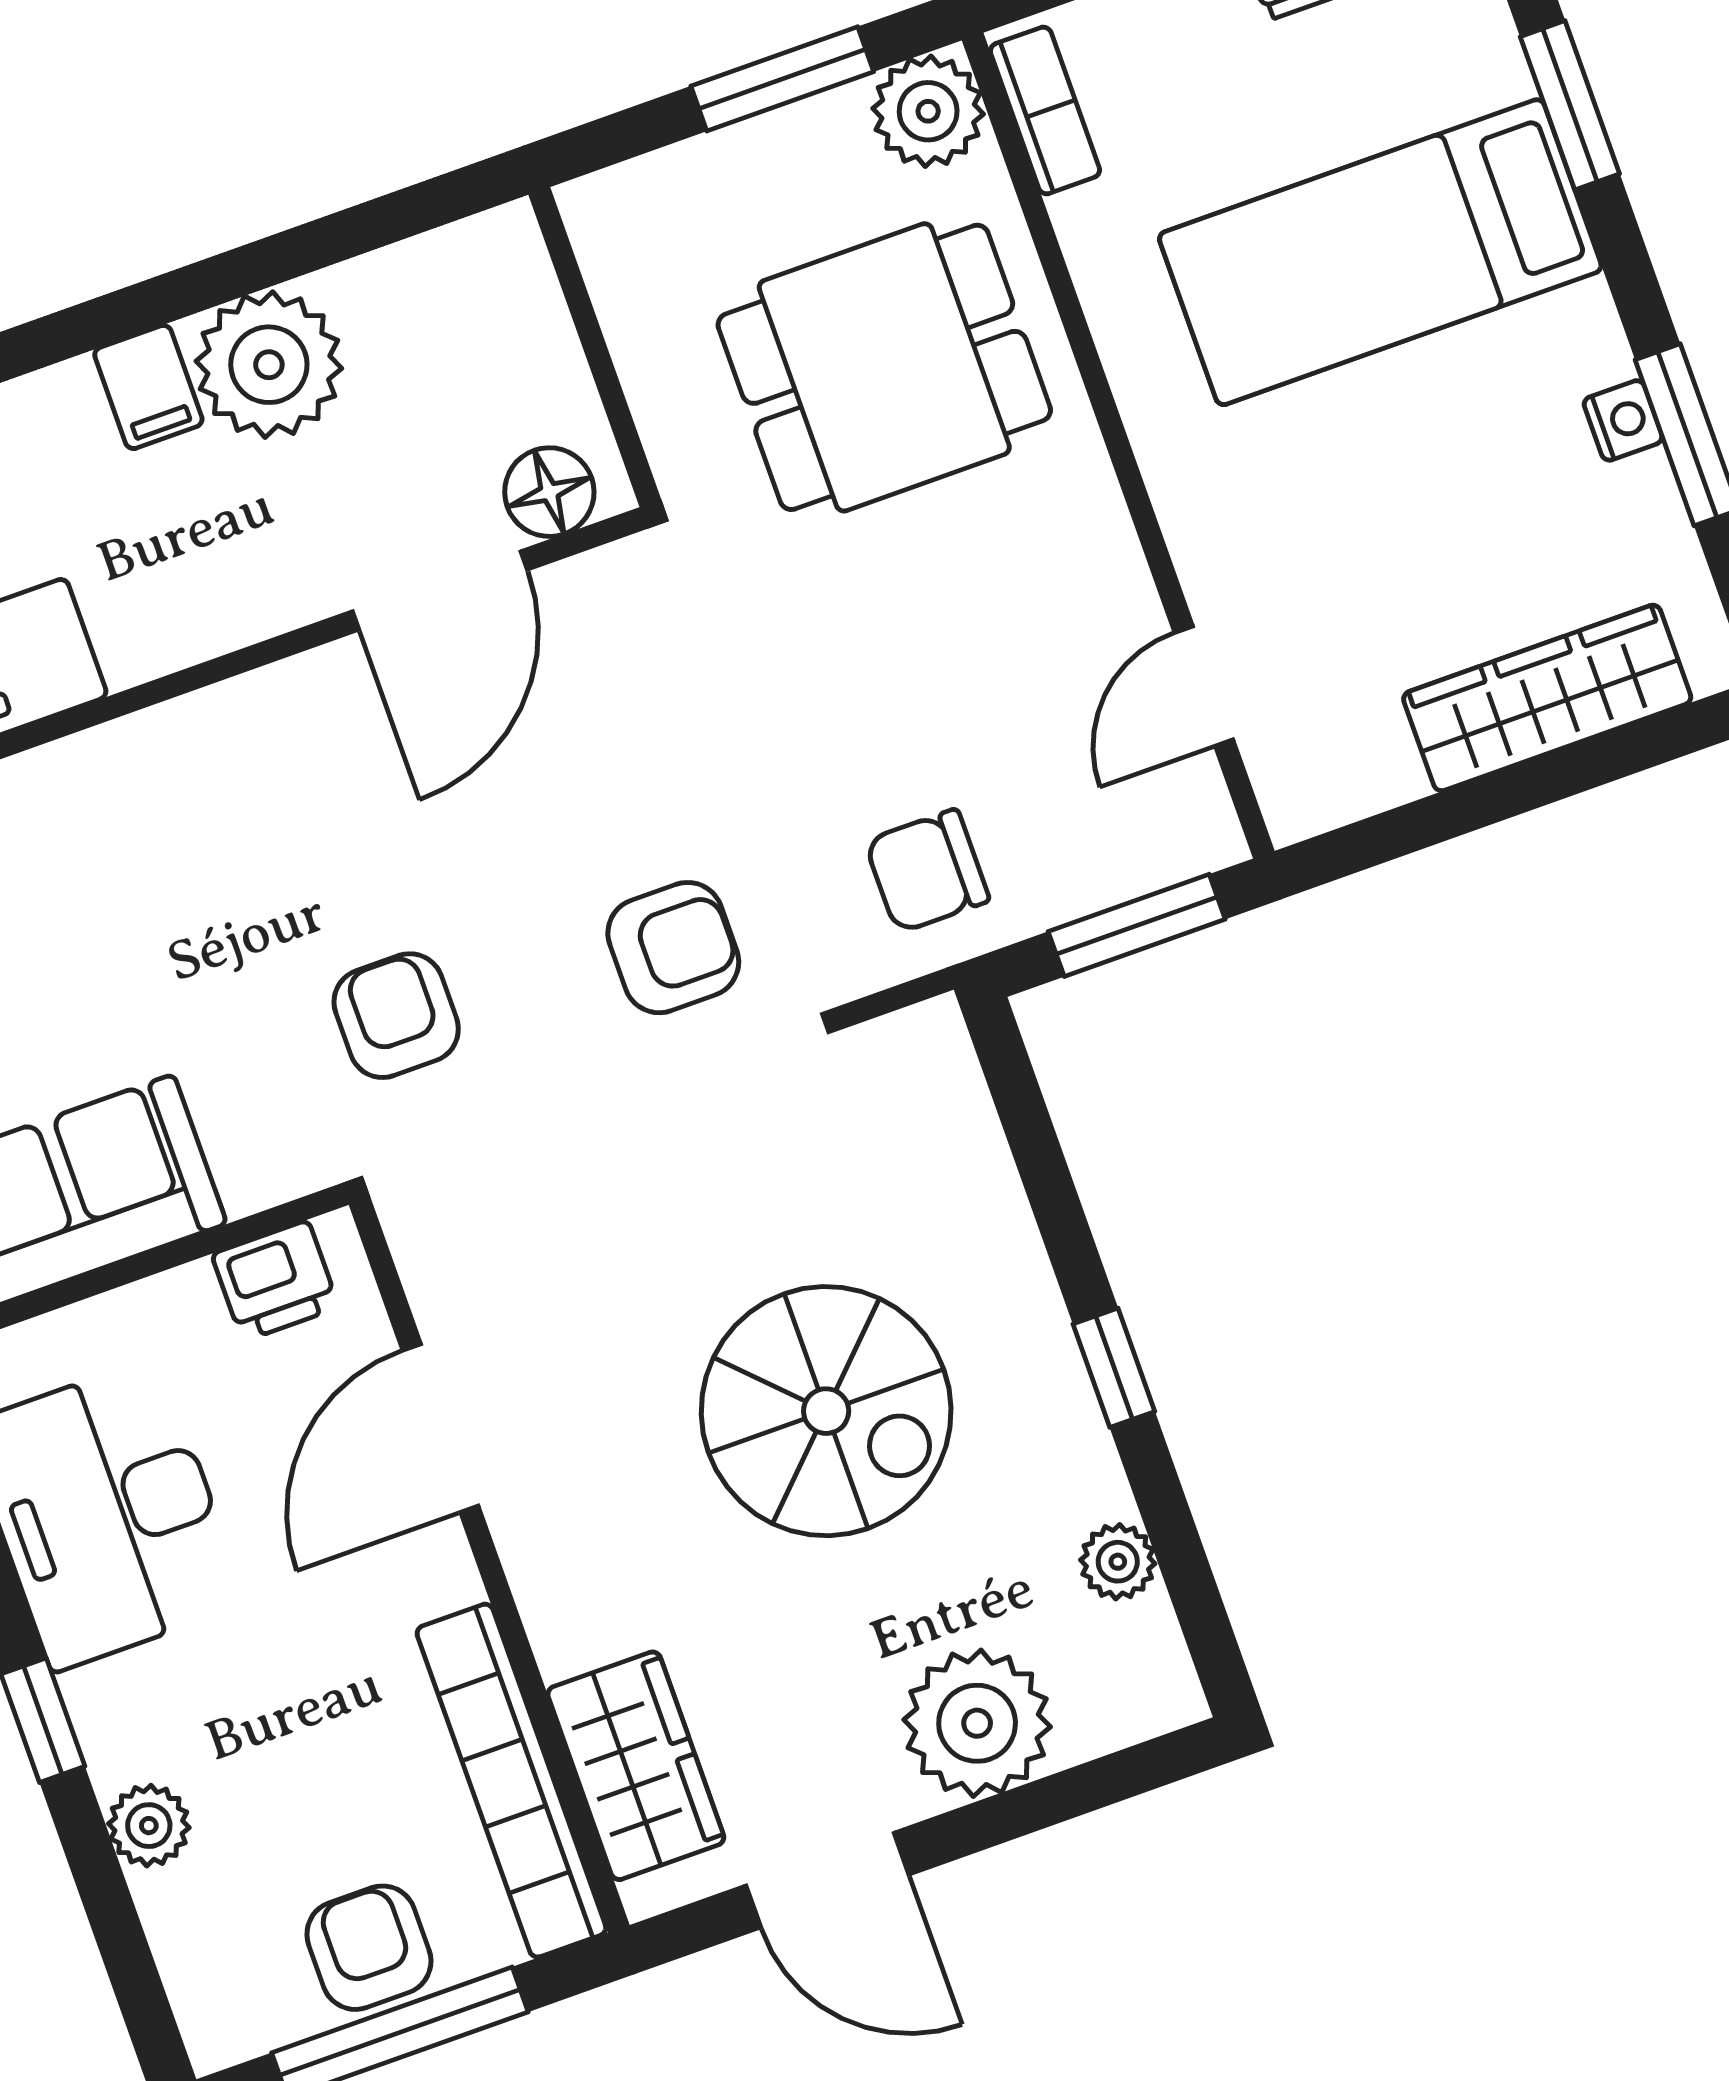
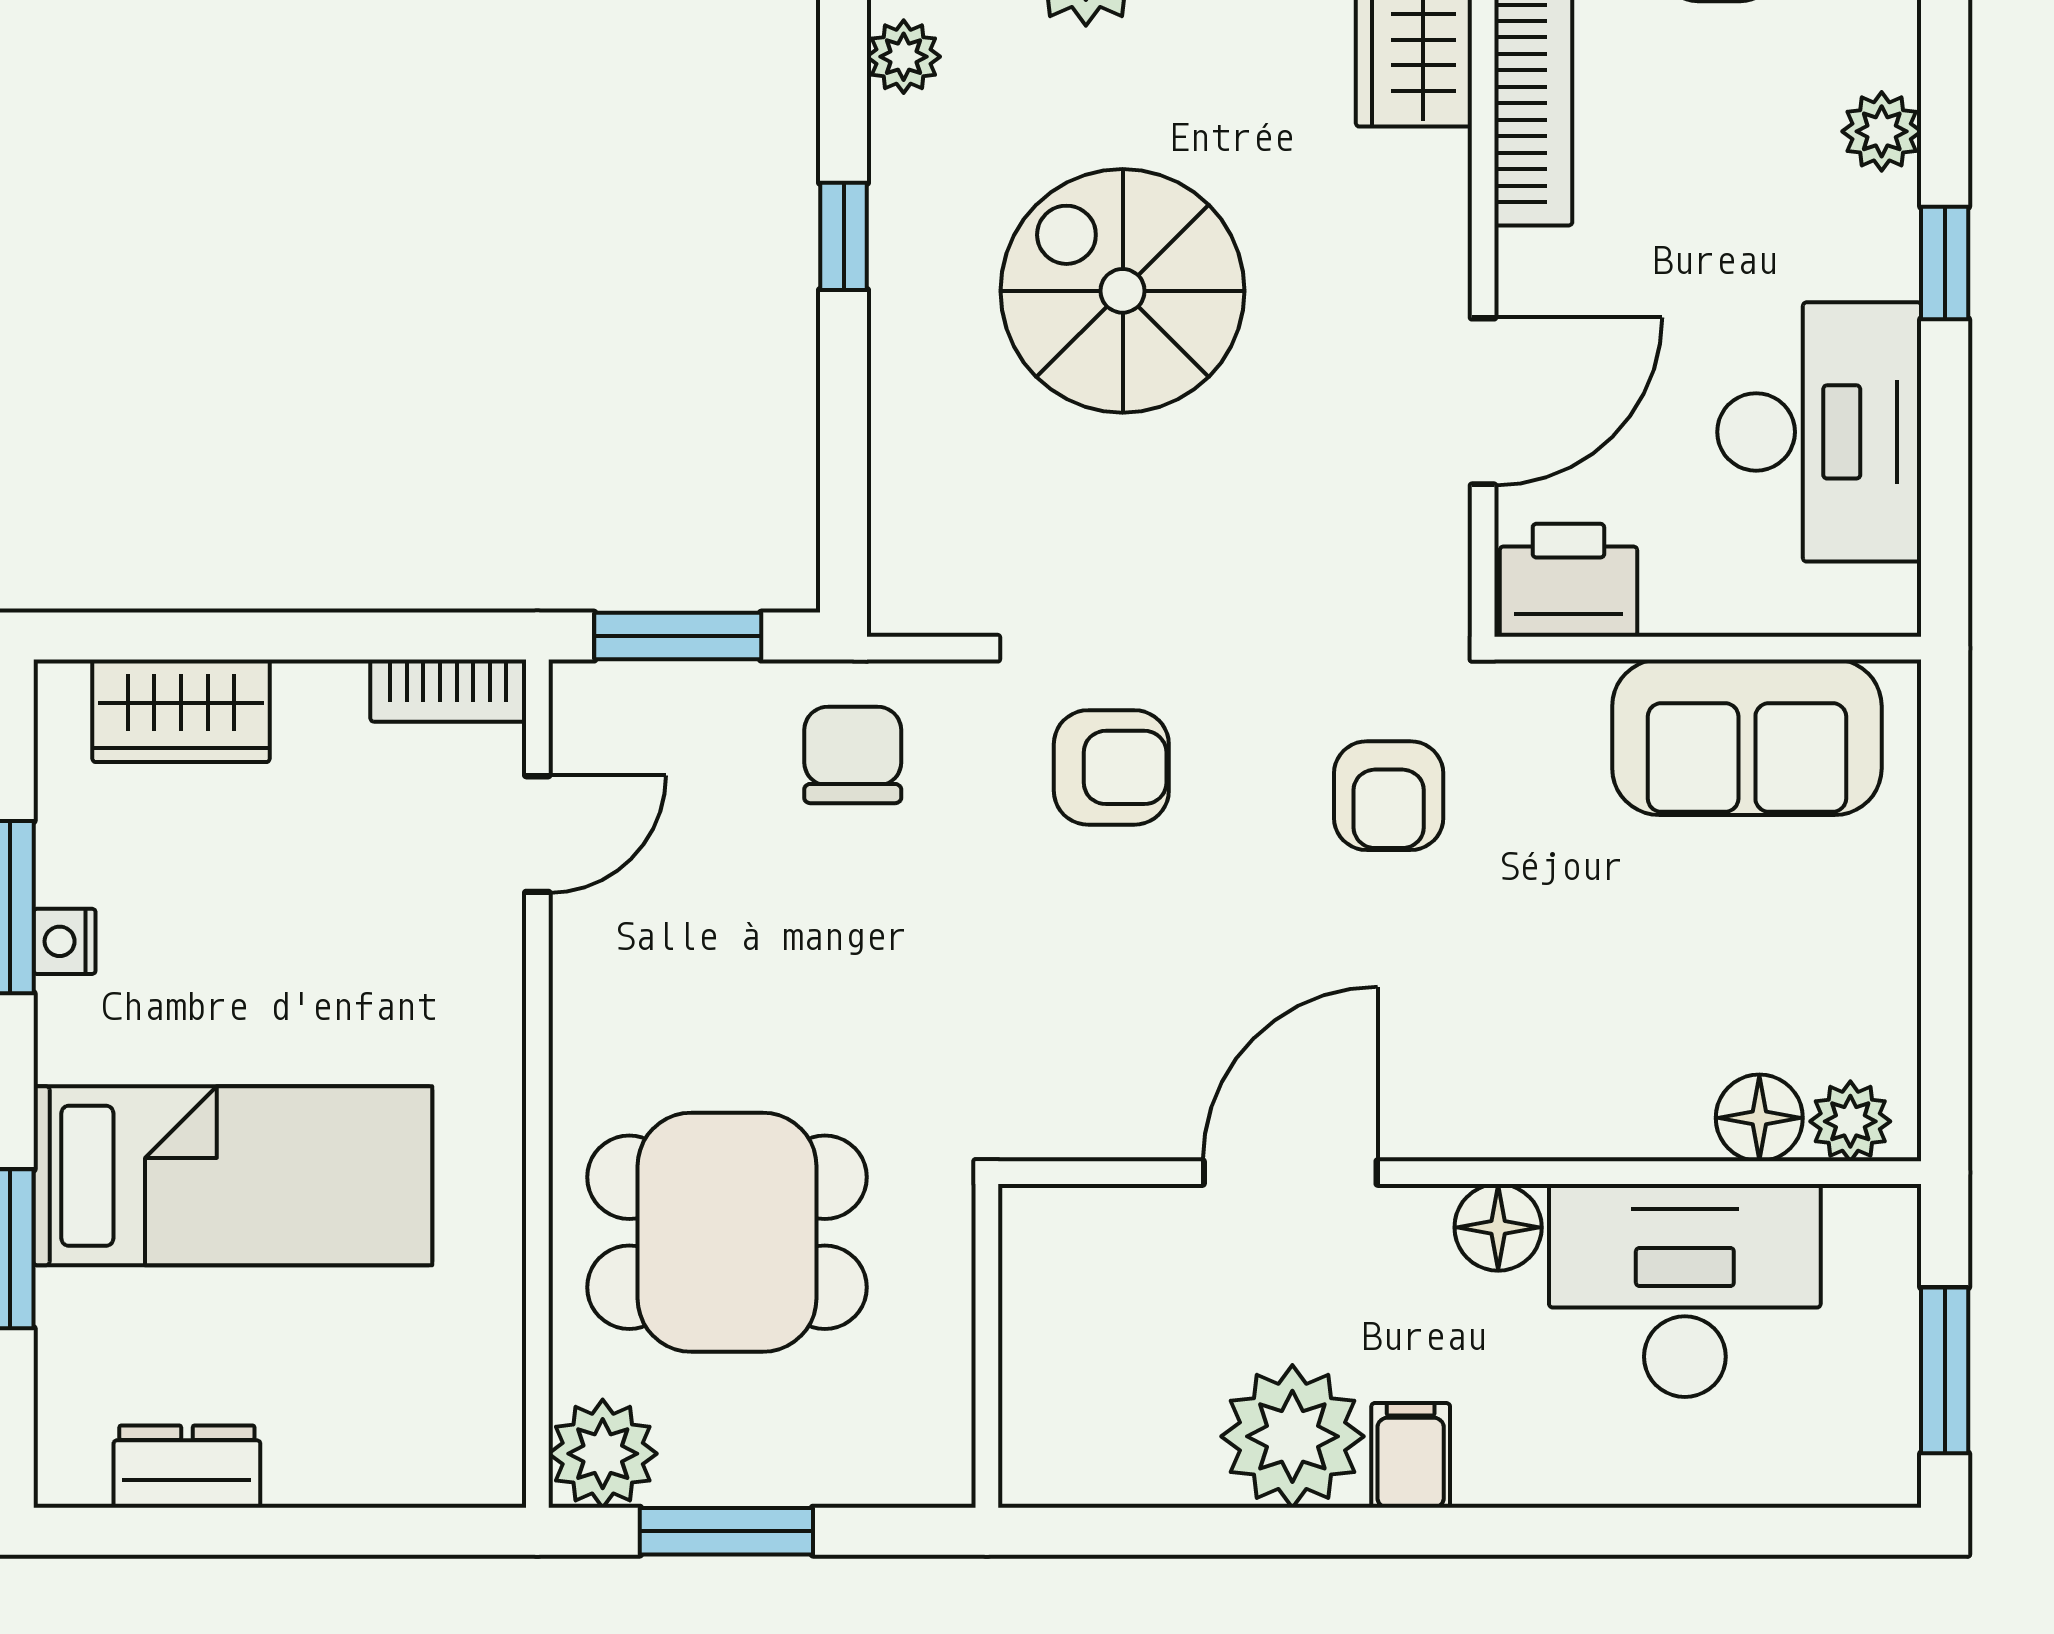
bookcase: (1045, 110) -> (448, 691), moved, turned -90
floor lamp: (549, 492) -> (1498, 1227), moved
door: (440, 591) -> (1290, 1173), moved
wardrobe: (1547, 698) -> (181, 711), width x0.67
chair: (927, 871) -> (853, 755), turned -90
armchair: (673, 948) -> (1111, 767), turned 180
printer: (275, 1281) -> (1568, 580), width x1.36, depth x1.24

